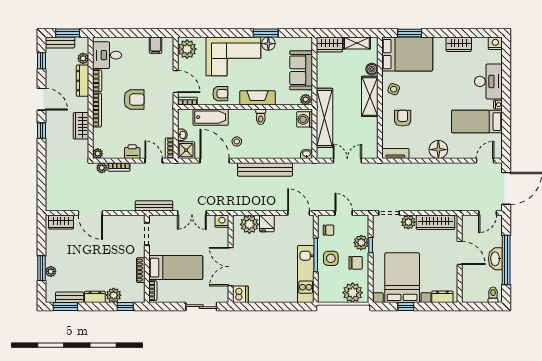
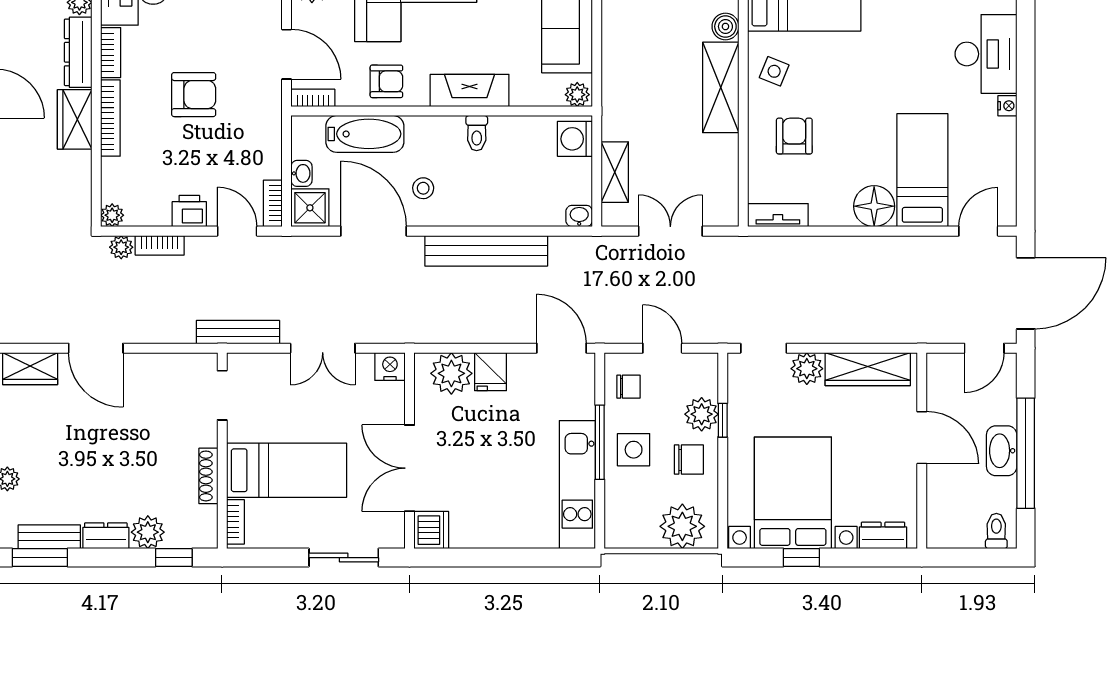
shelving: (325, 118) -> (615, 172), width x0.45, depth x0.75
bed: (477, 122) -> (922, 170), moved, turned 90
wardrobe: (81, 126) -> (75, 119), moved

